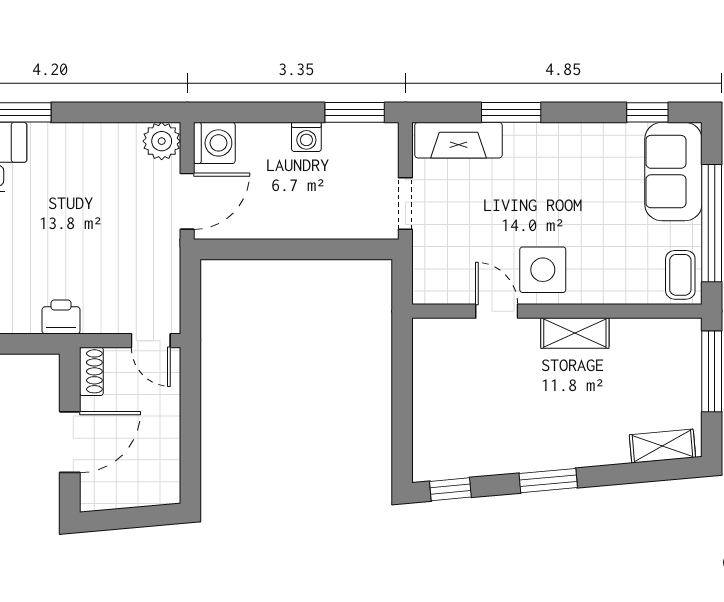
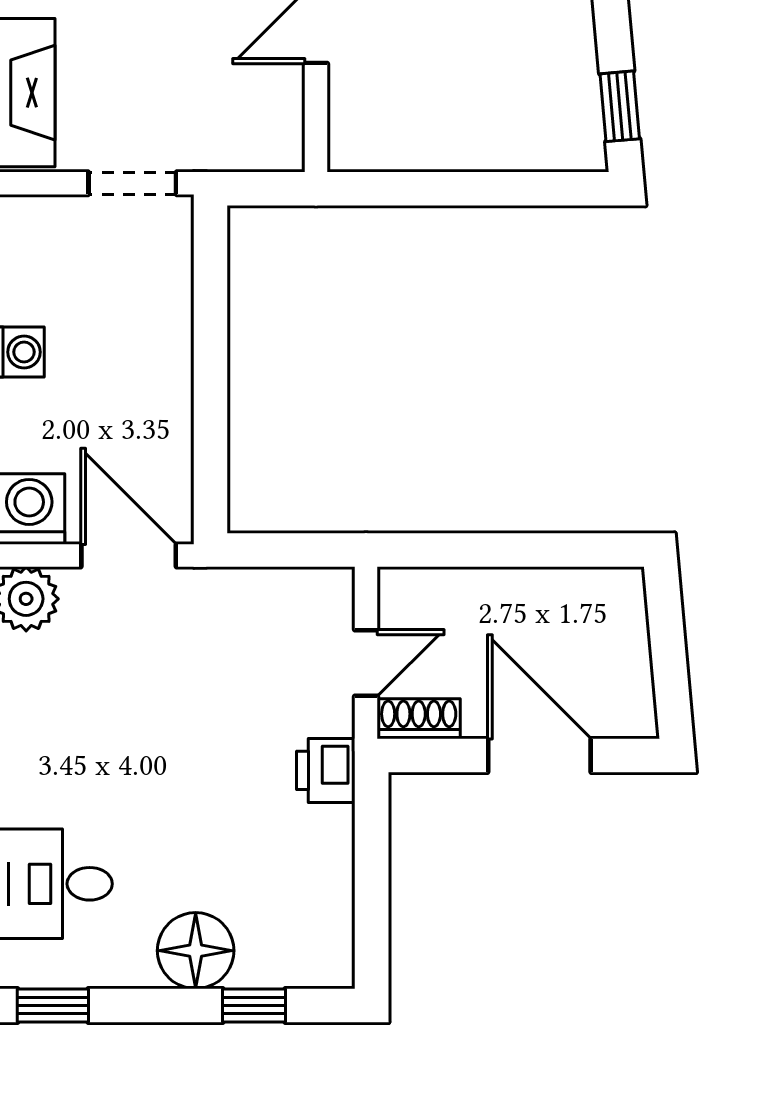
door: (151, 341) -> (366, 663), moved

